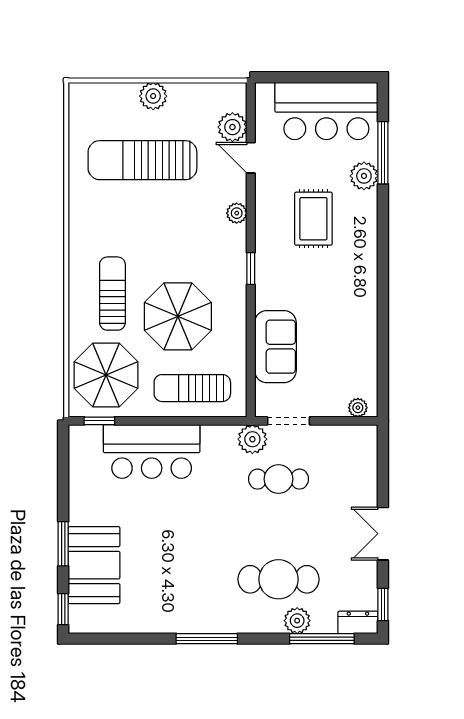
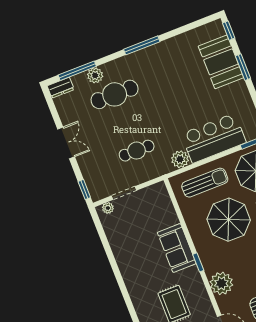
plant: (237, 213) -> (221, 283), width x1.88, depth x1.88
sofa: (275, 347) -> (177, 248), moved
doorway: (289, 421) -> (124, 193), moved
plant: (252, 439) -> (180, 159), moved
window: (383, 604) -> (84, 189), moved

